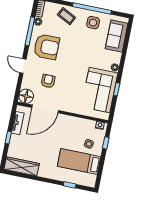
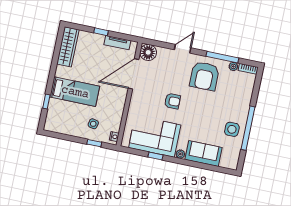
coffee table: (66, 16) -> (239, 99), removed
sofa: (117, 36) -> (204, 153), moved
armchair: (48, 81) -> (172, 101), moved
door: (45, 109) -> (133, 74), hinge flipped
bed: (79, 161) -> (75, 92), moved, turned 90

